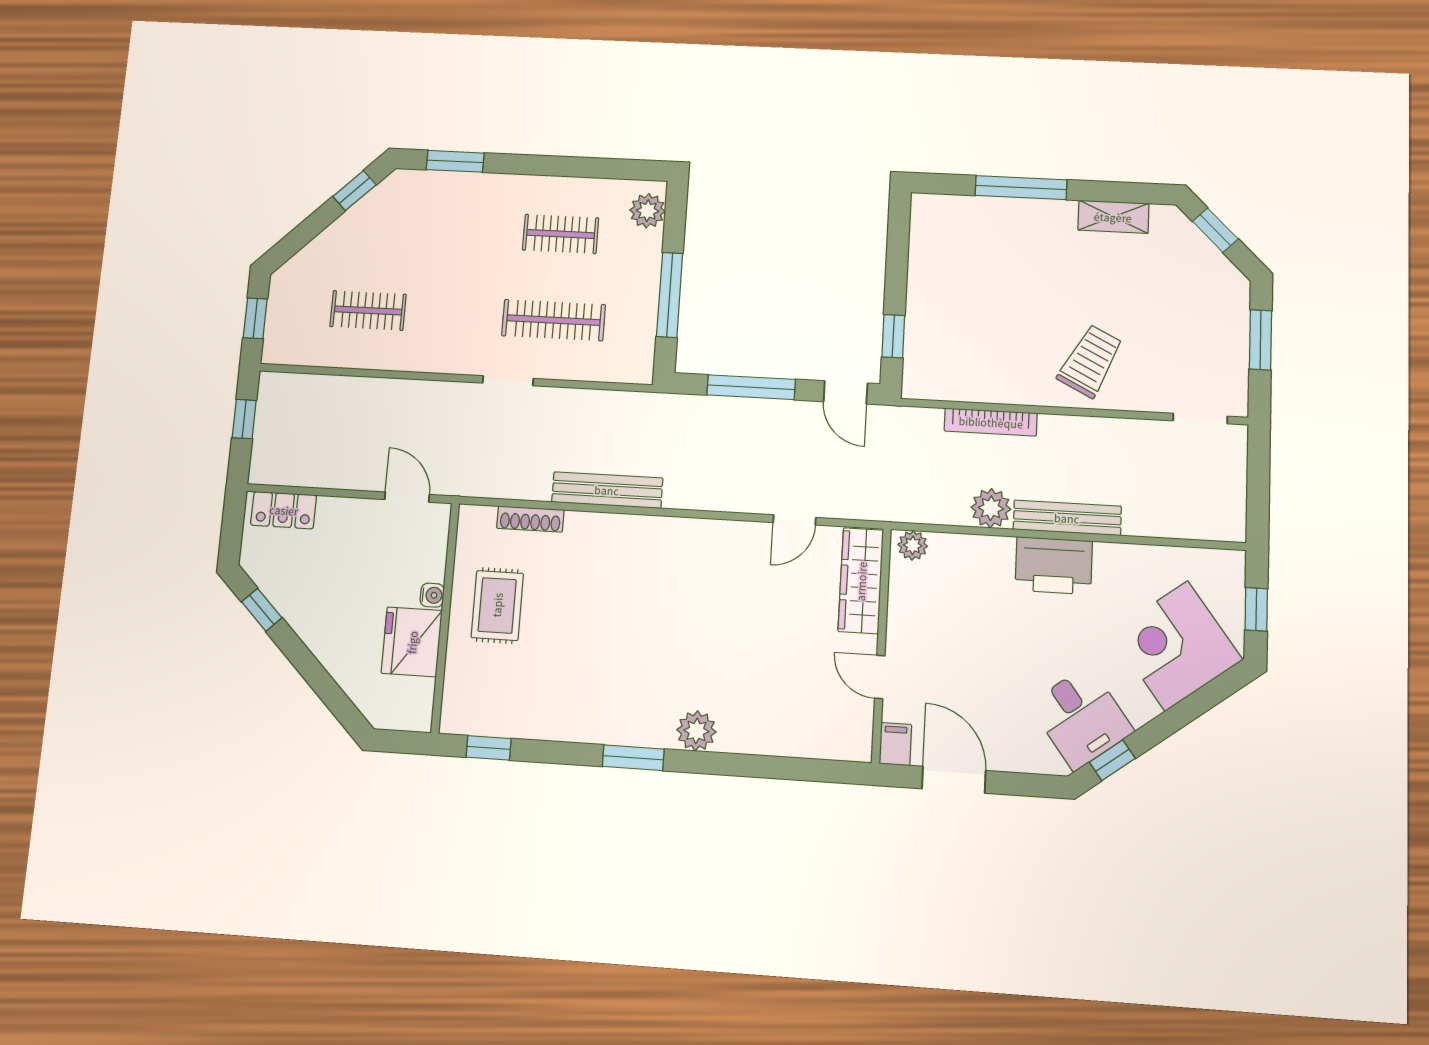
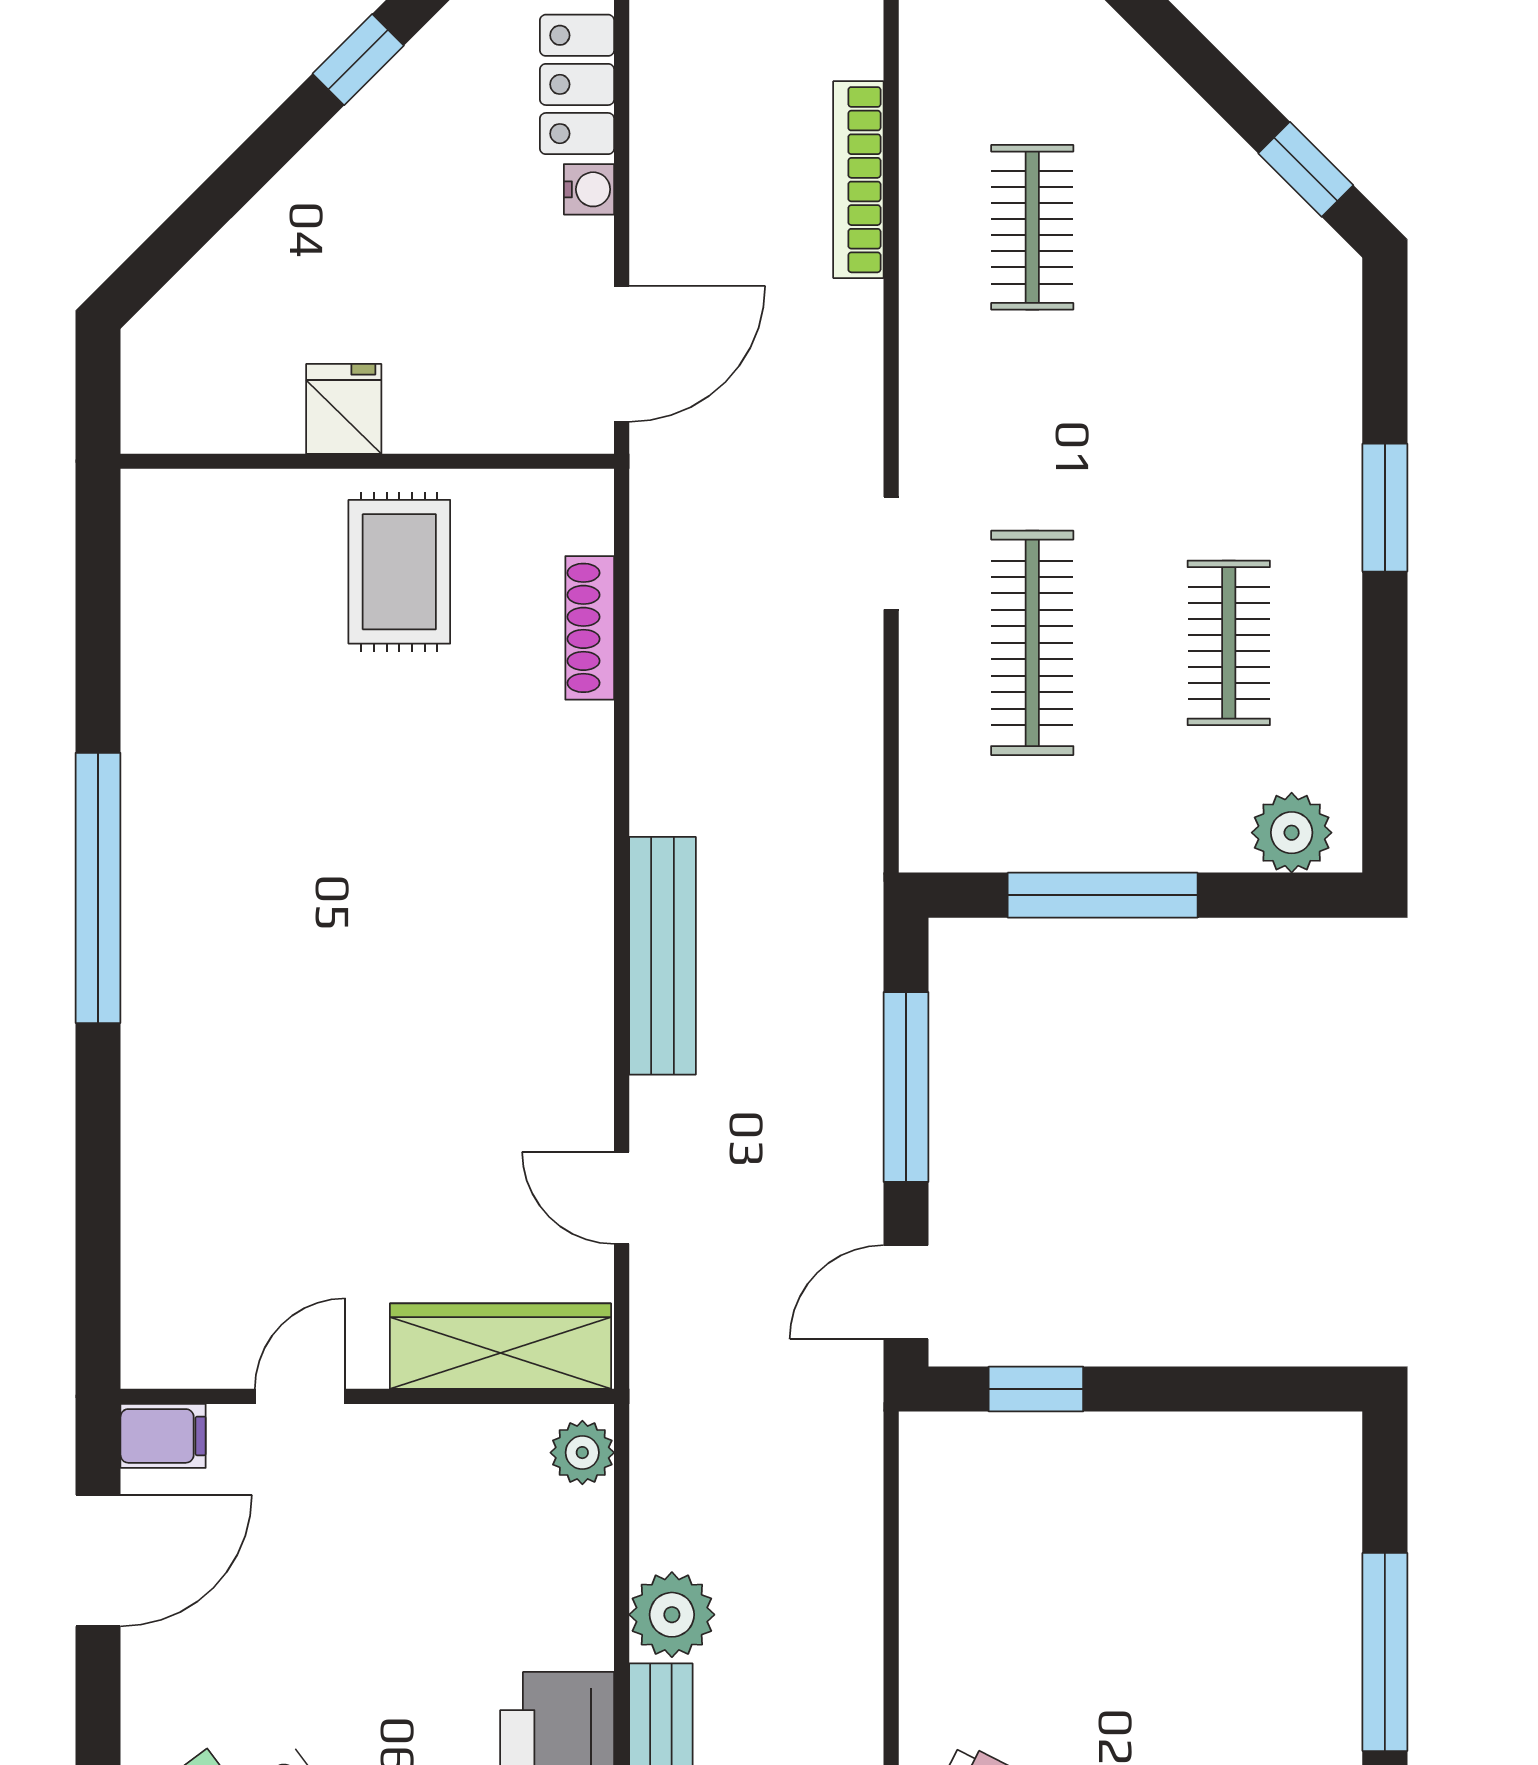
window: (455, 161) -> (1385, 508), moved
bookcase: (991, 422) -> (858, 180), moved
bench: (607, 490) -> (663, 956), moved
door: (407, 497) -> (622, 354), width x1.38
water cooler: (432, 595) -> (589, 189), moved, turned -90
rug: (497, 605) -> (399, 572), turned 90
fridge: (412, 642) -> (344, 409), width x0.53, depth x0.75
plant: (696, 731) -> (163, 1017), removed
window: (489, 748) -> (98, 579), removed
window: (633, 758) -> (98, 888), width x2.11

